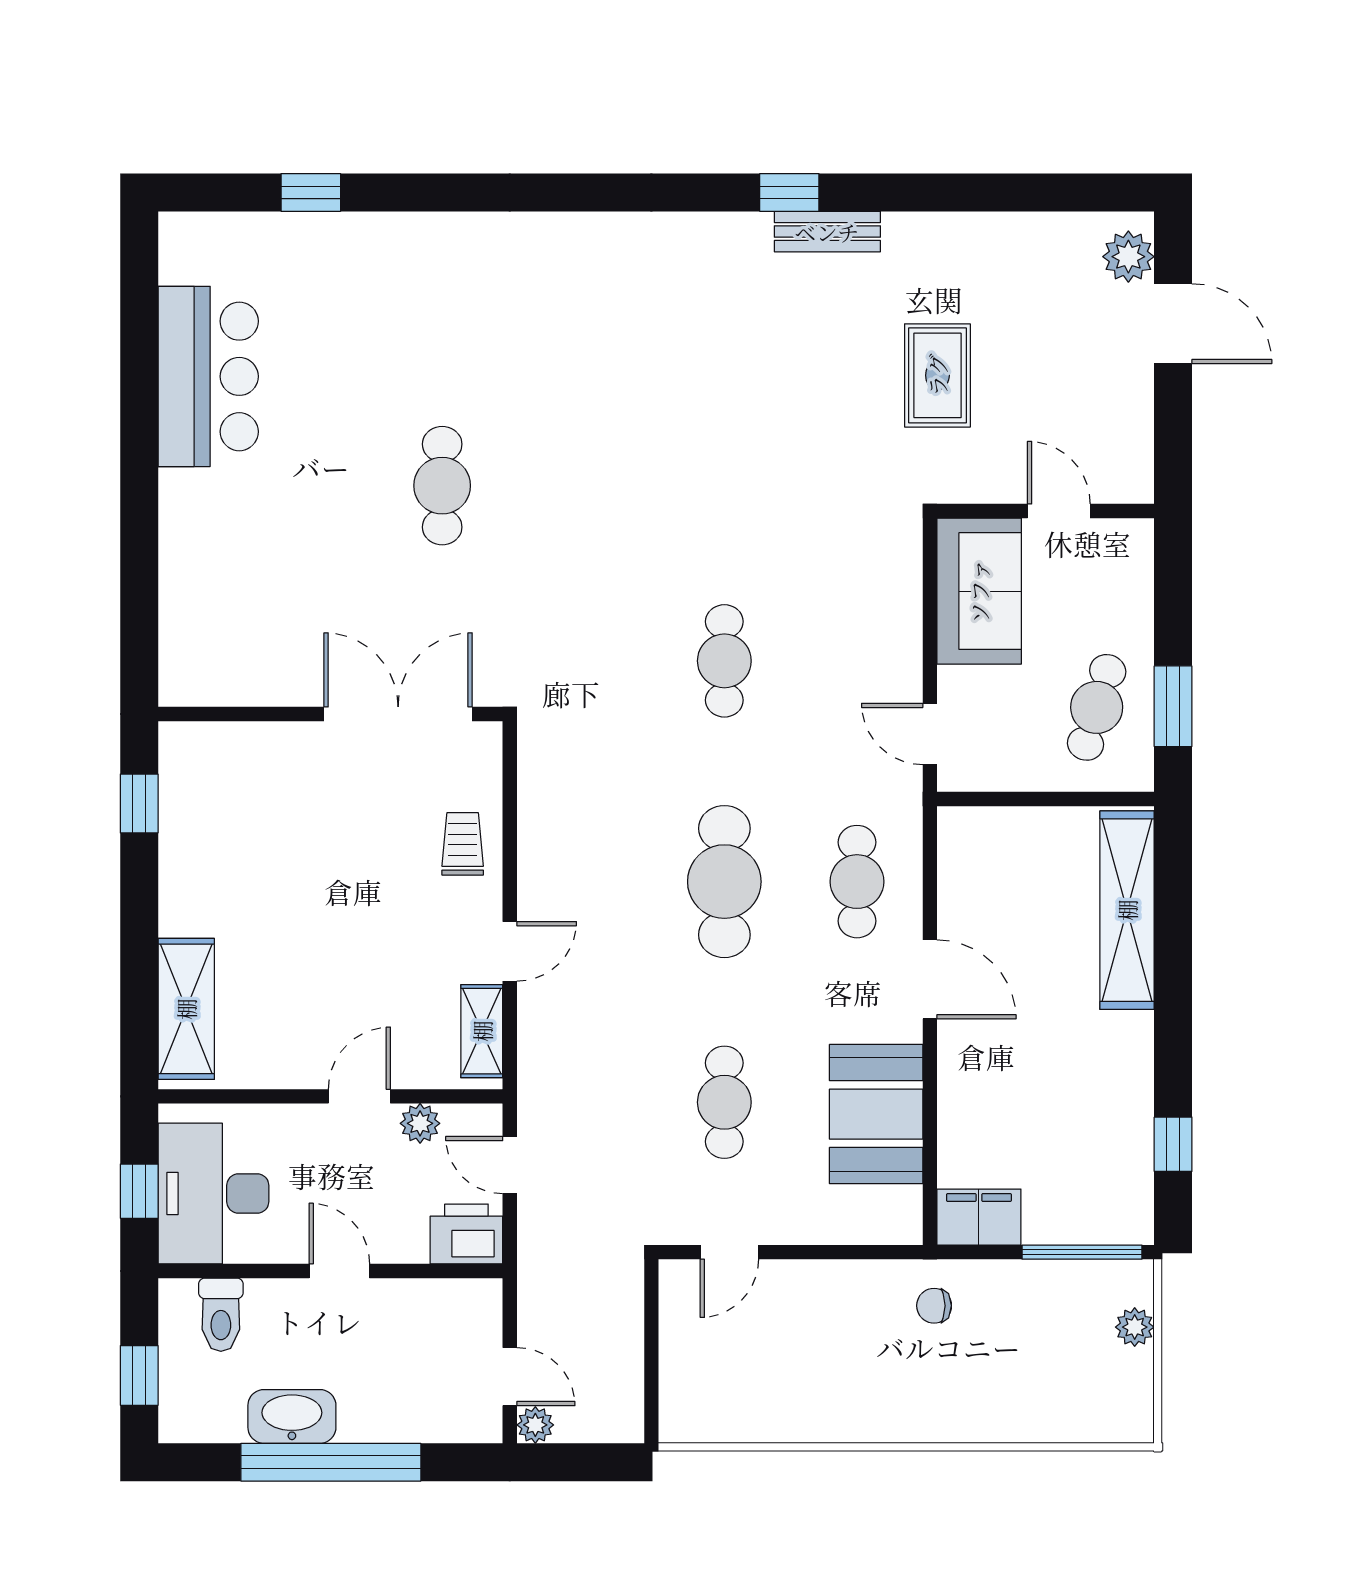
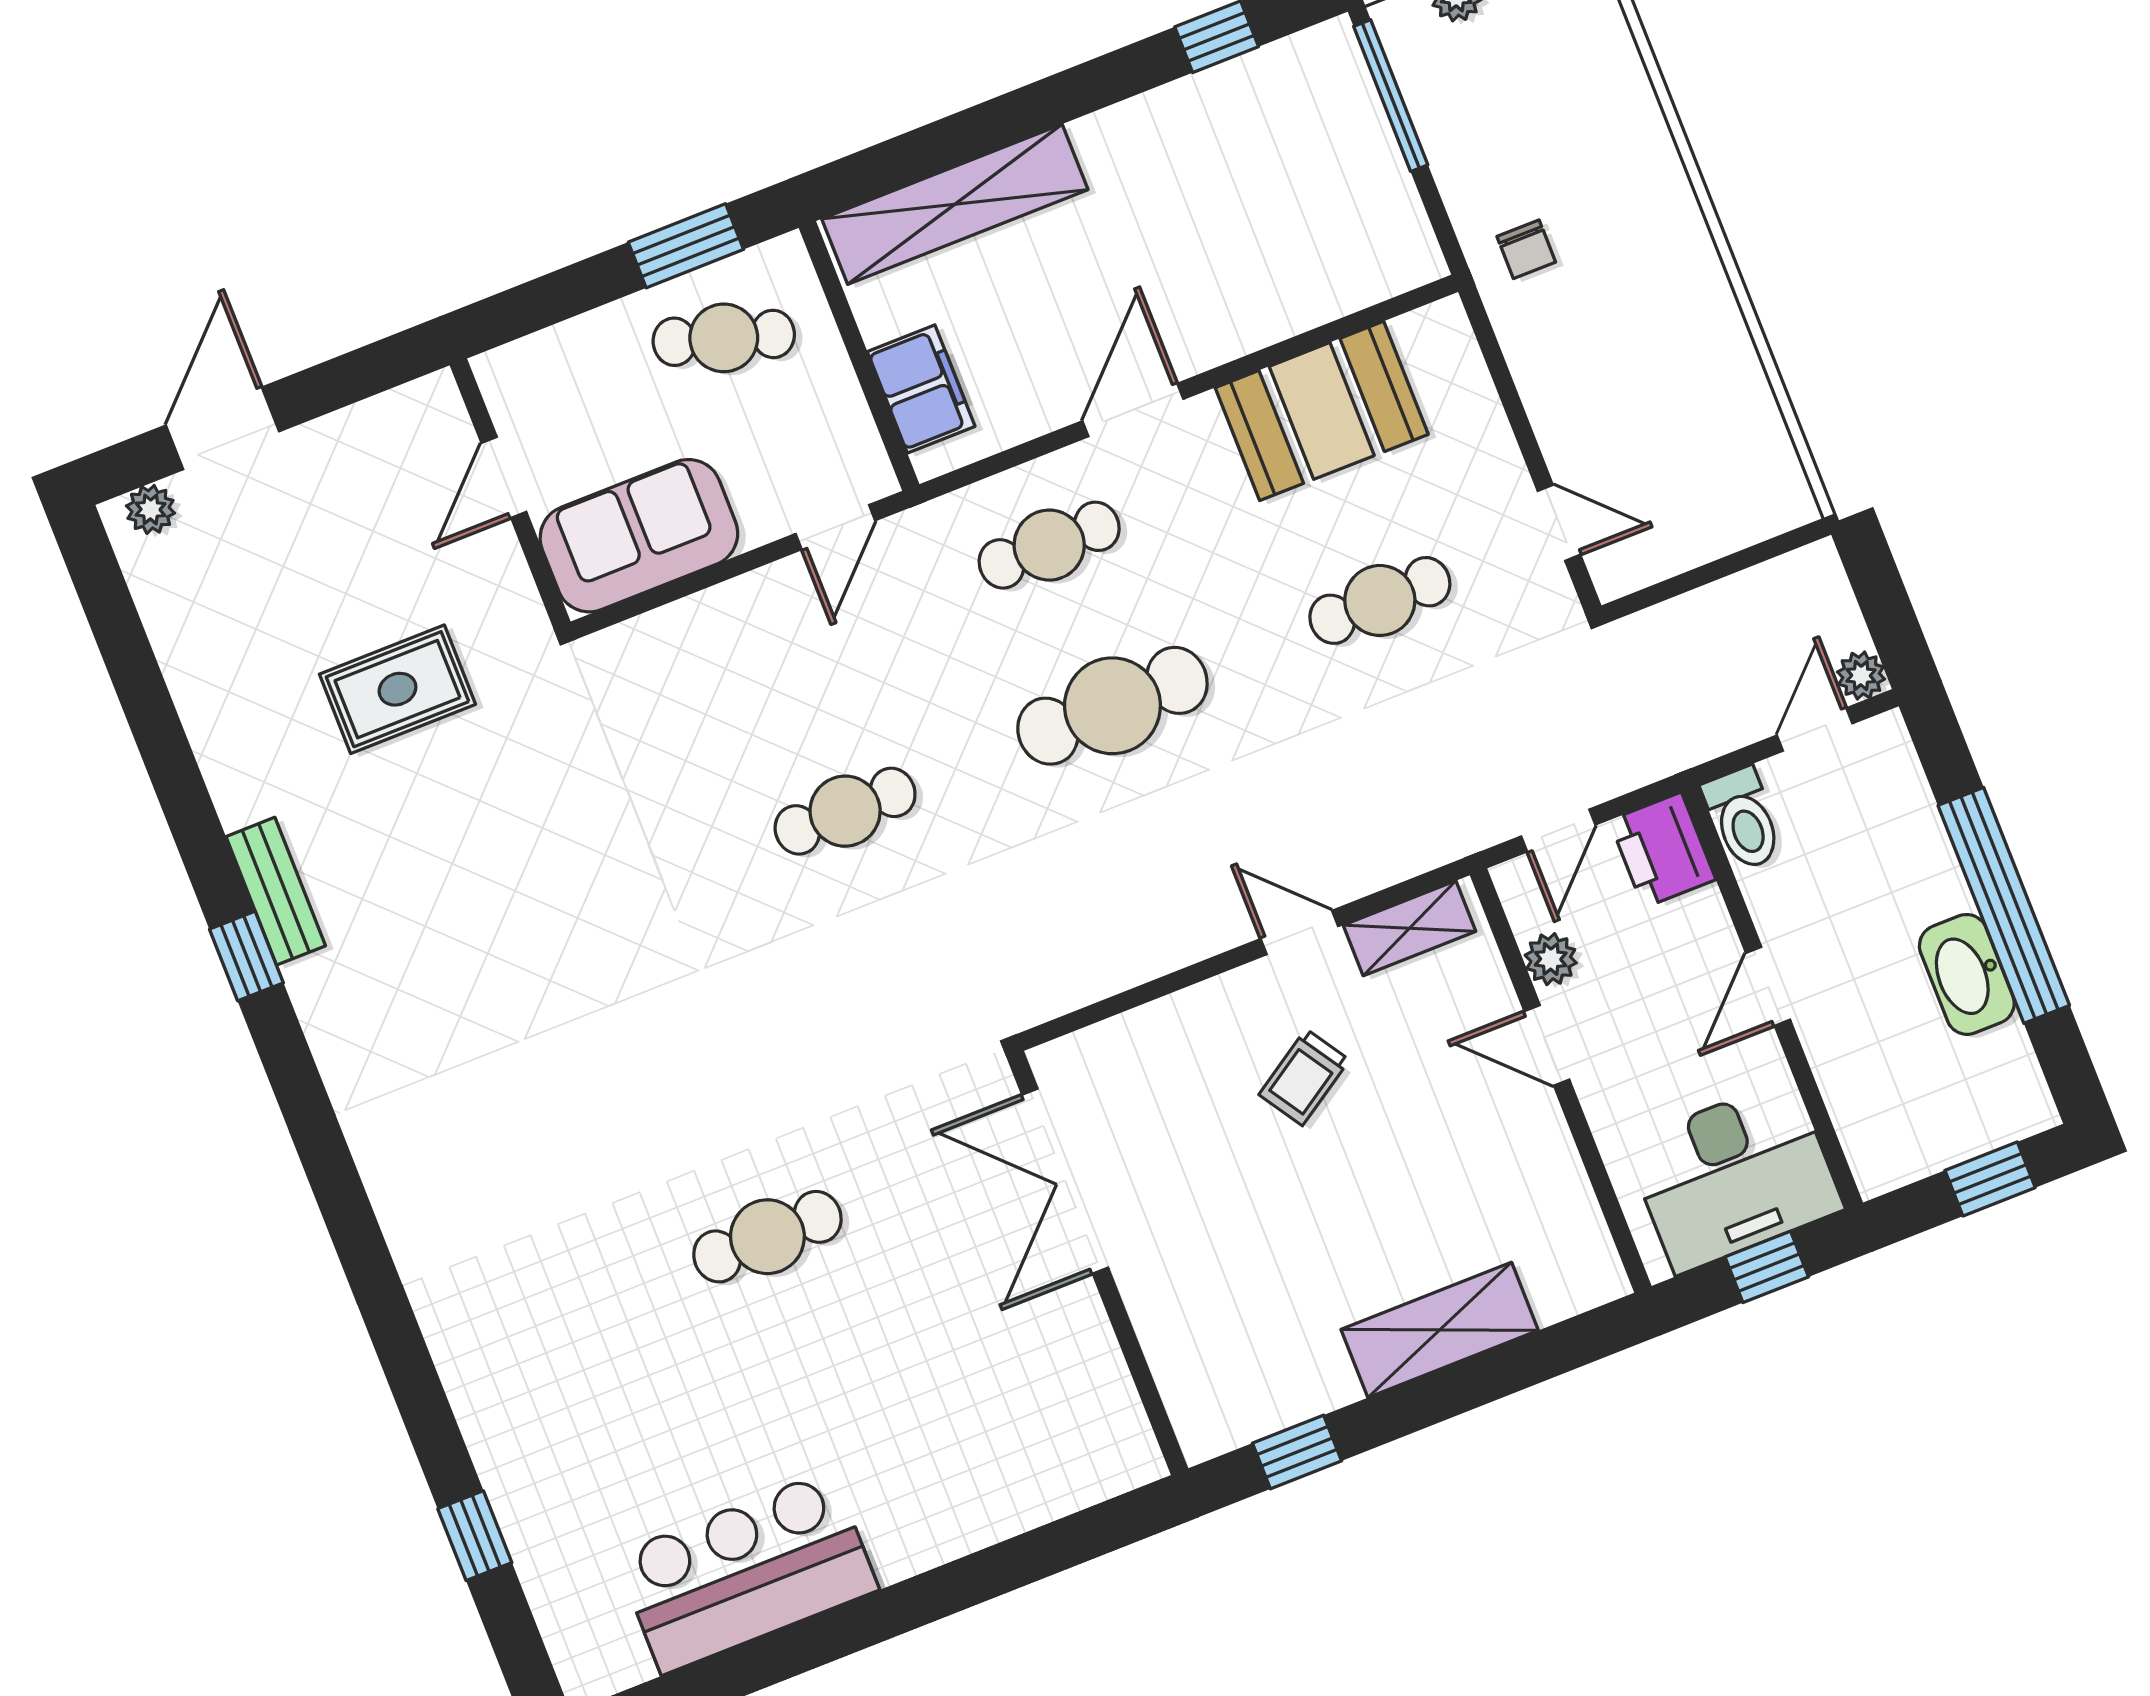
plant: (1128, 257) -> (151, 509), width x0.73, depth x0.73
trolley: (463, 844) -> (1304, 1077), moved, turned -33
shelving: (186, 1009) -> (1440, 1330), moved
filing cabinet: (979, 1217) -> (921, 389), moved, turned 180
toilet: (221, 1315) -> (1743, 819), moved, turned 90

